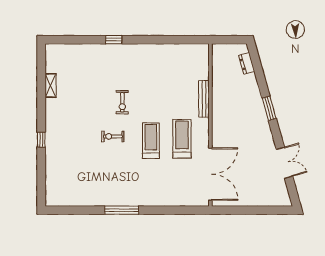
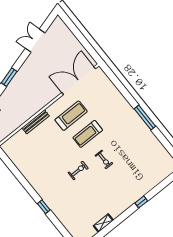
treadmill: (182, 139) -> (71, 116), turned 180

